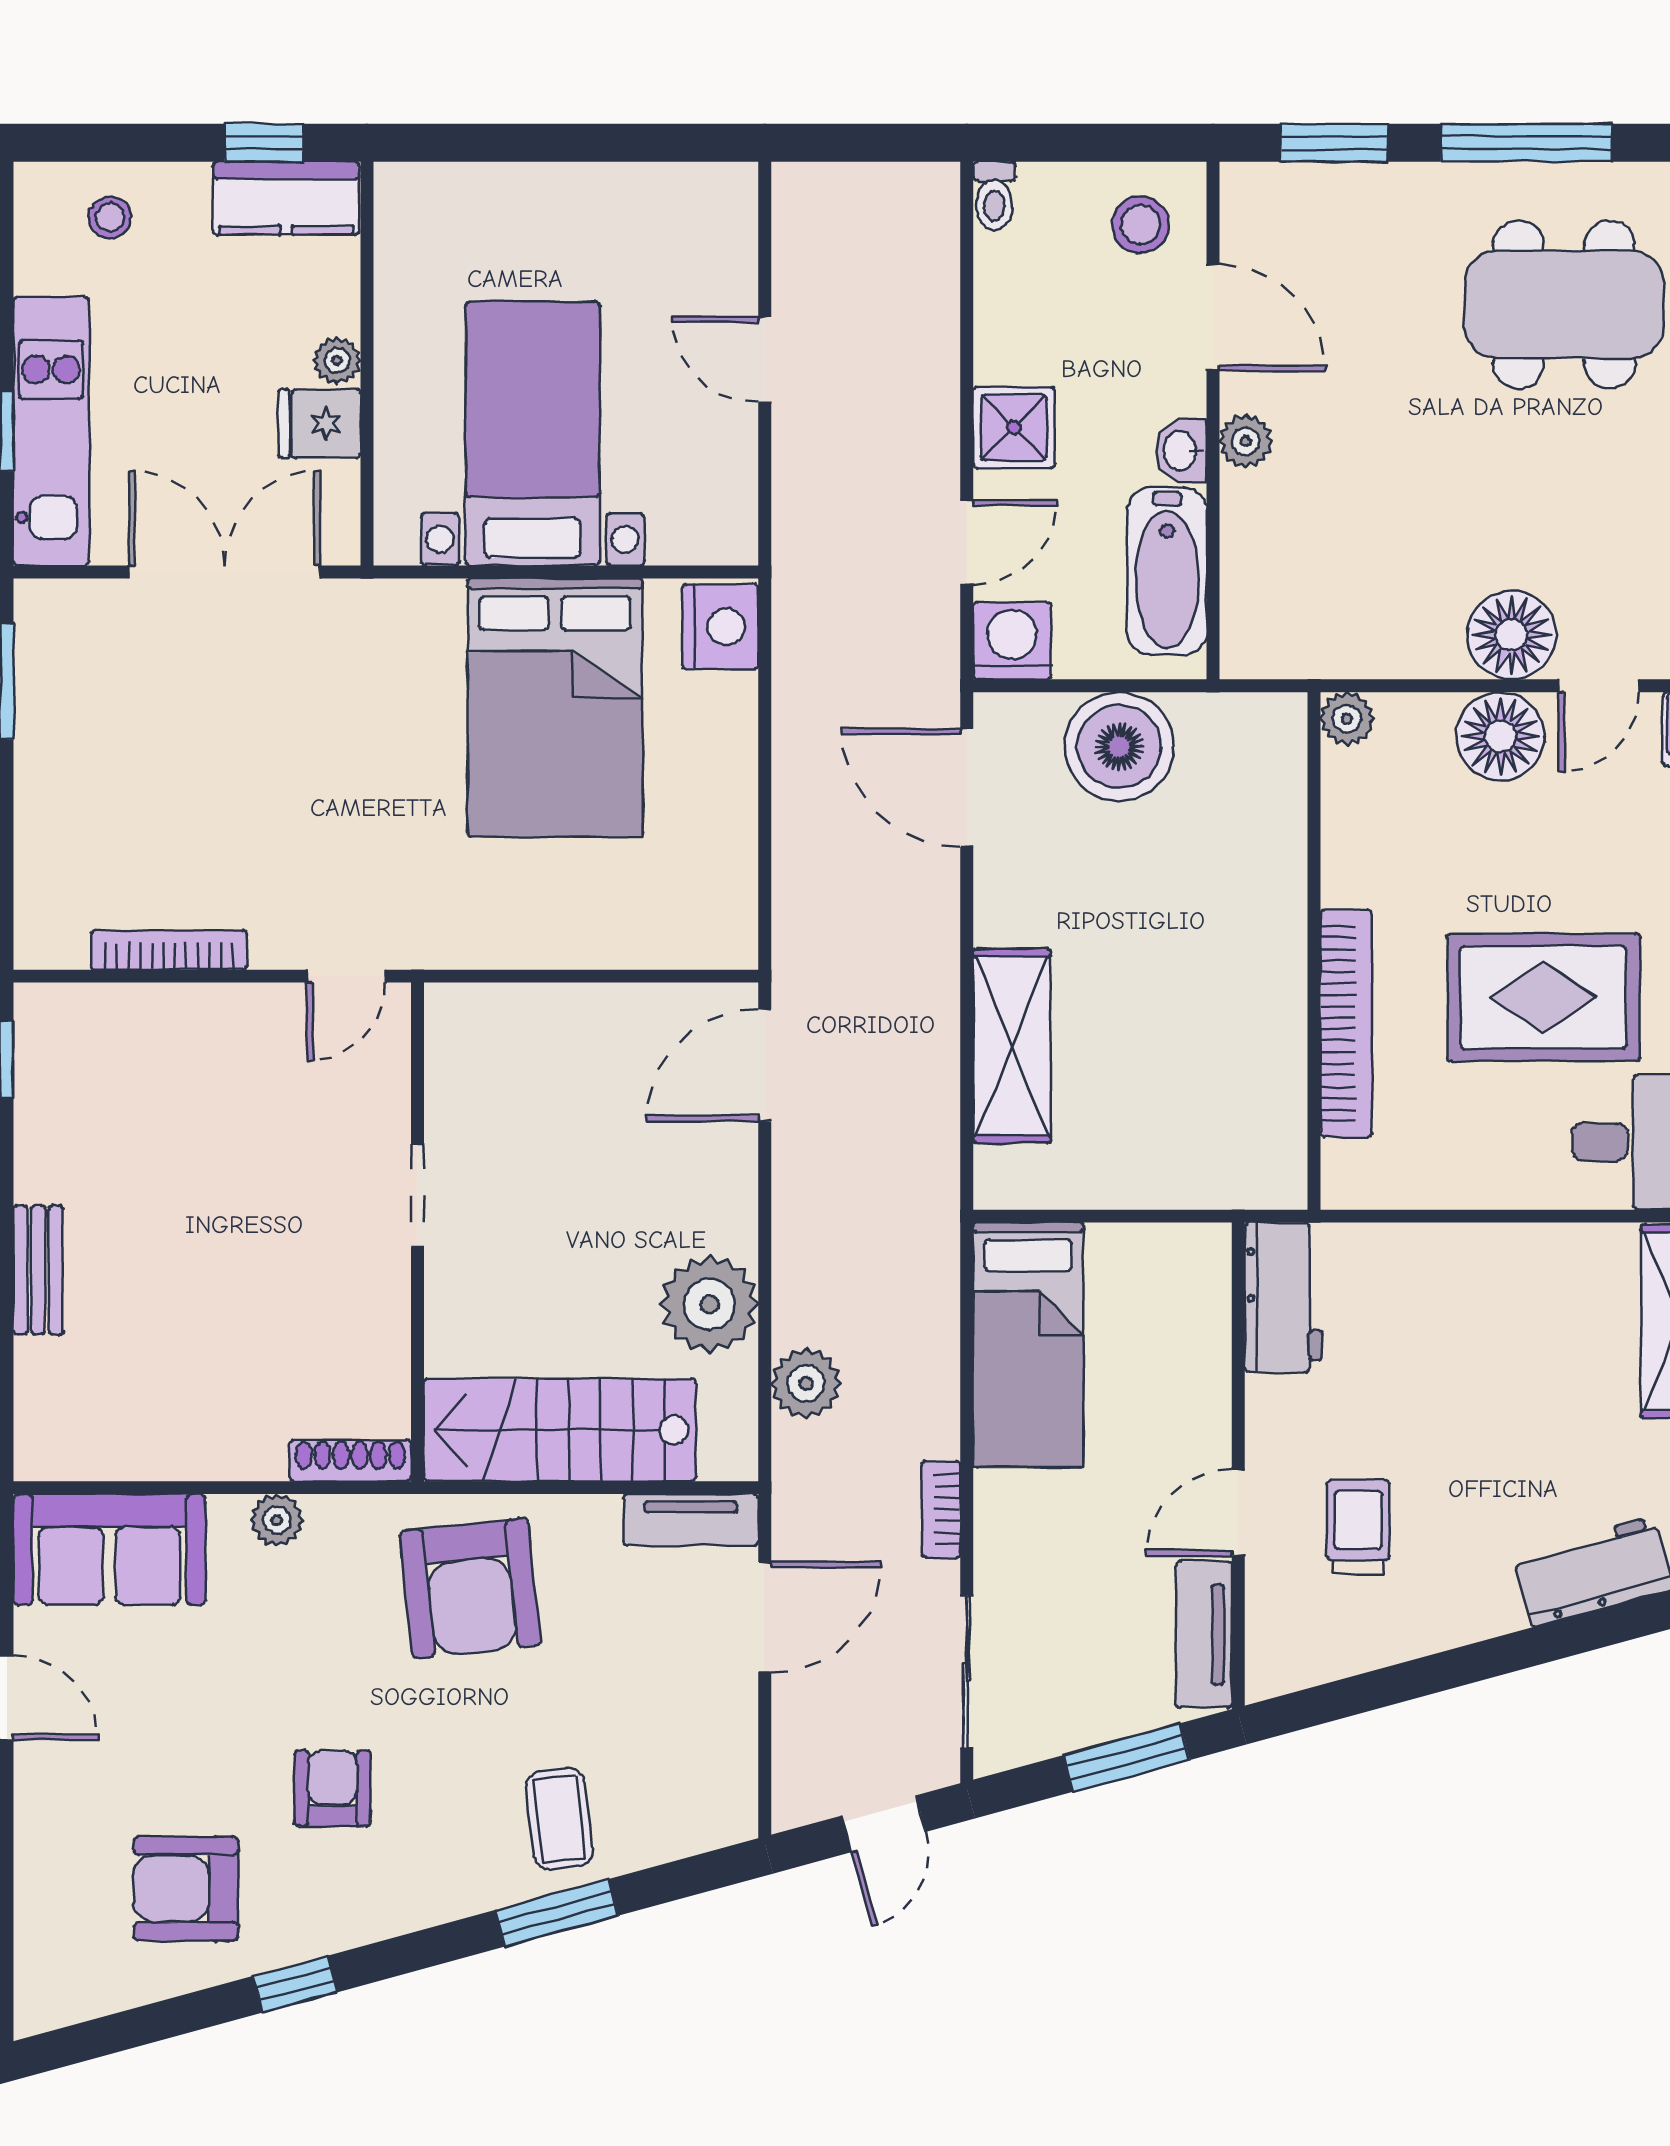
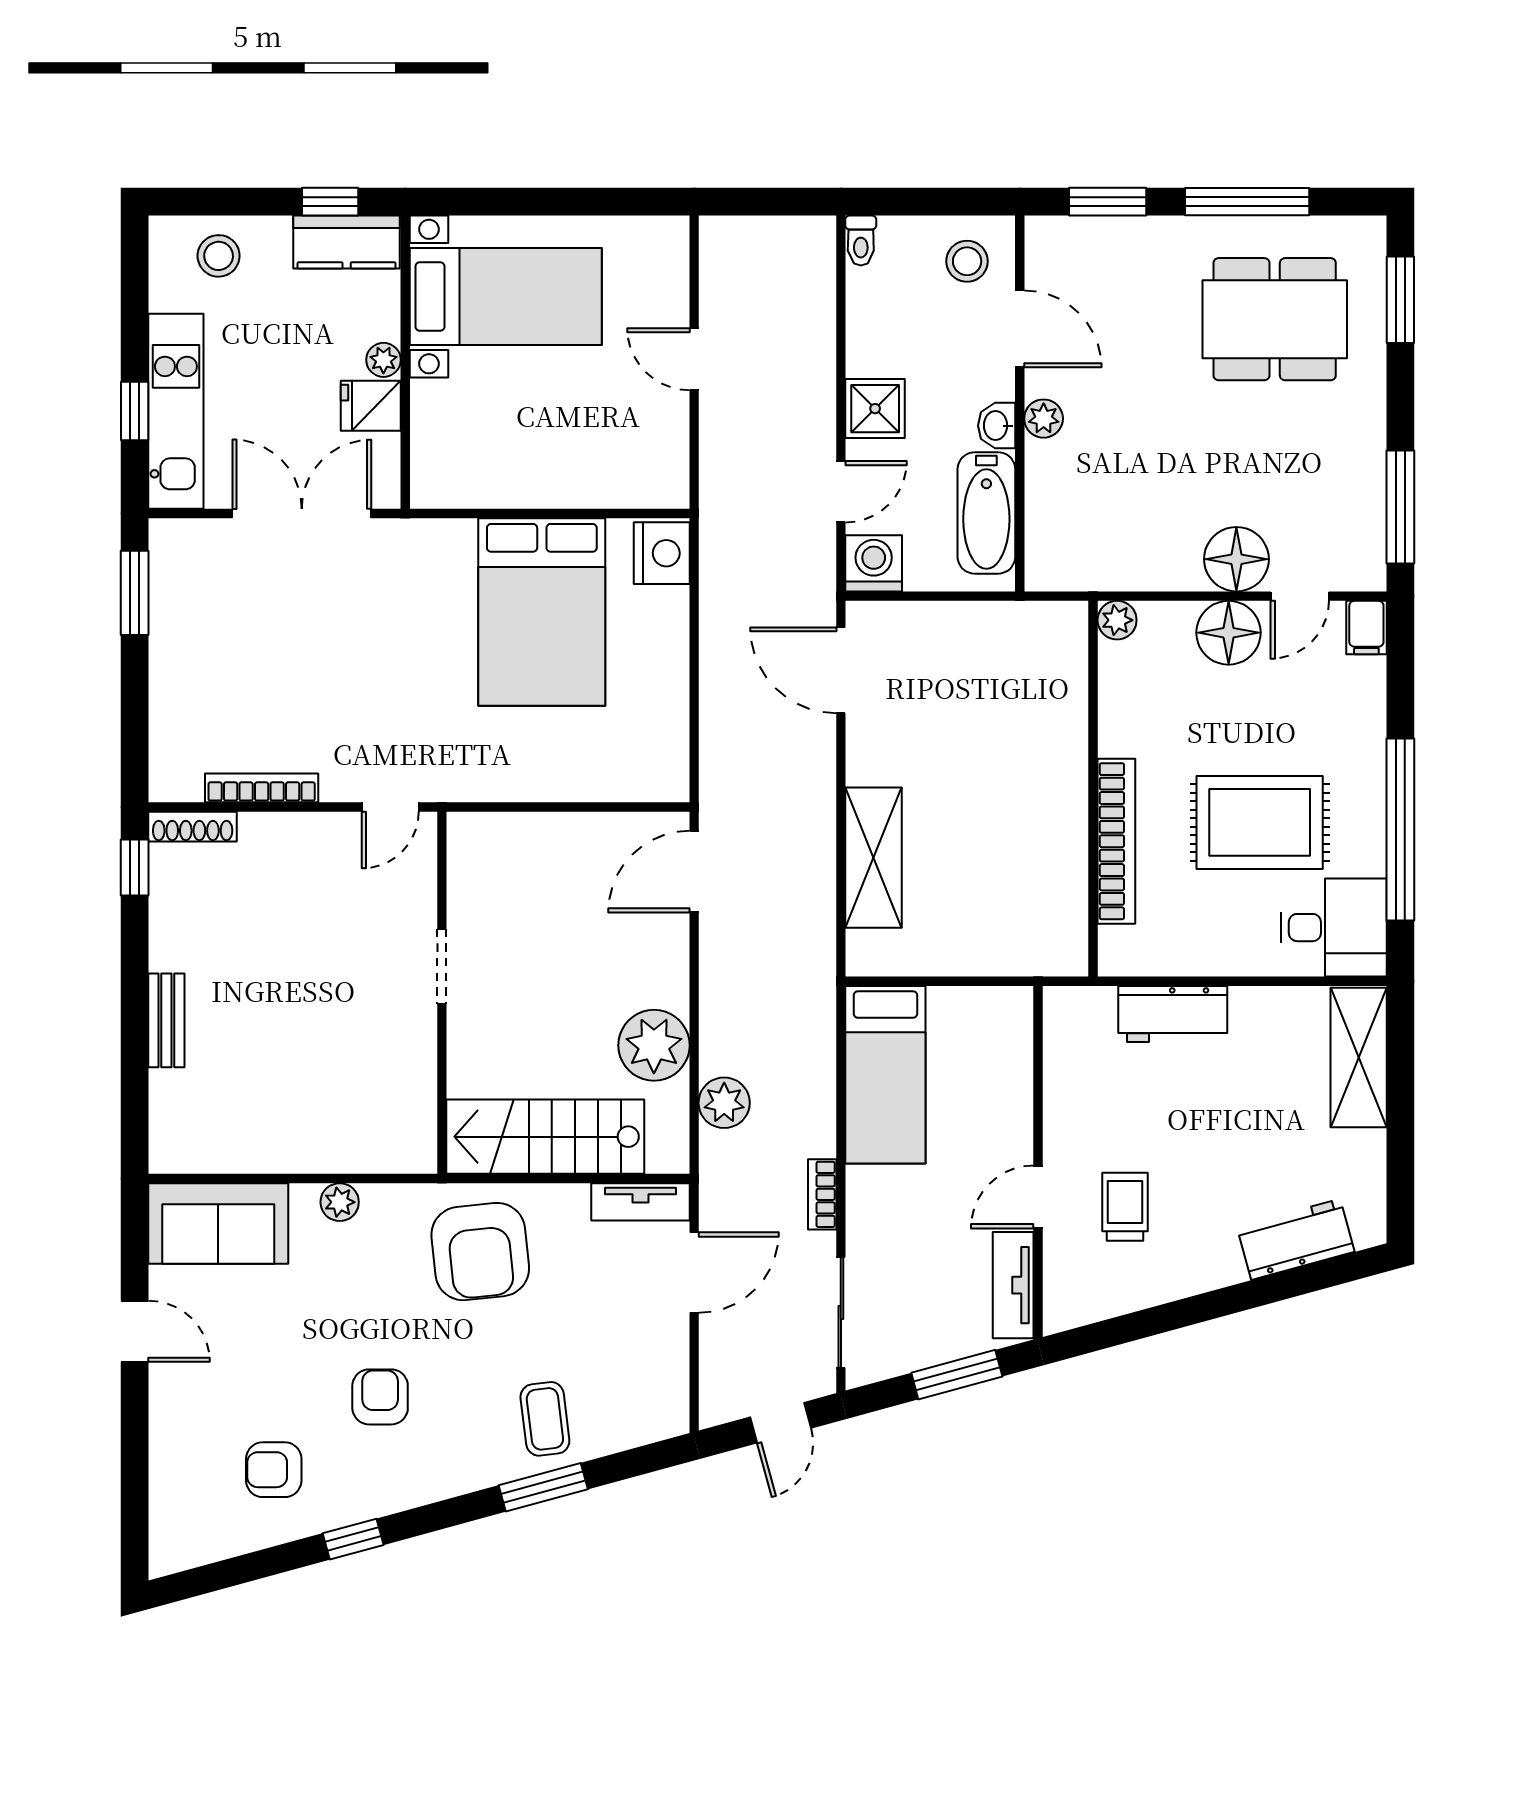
stool: (110, 217) -> (219, 256), width x1.37, depth x1.37
bed with nightstands: (533, 434) -> (506, 297), moved, turned 90
boiler: (1119, 747) -> (951, 640), removed
workbench: (1283, 1297) -> (1173, 1014), moved, turned 90
shoe rack: (350, 1461) -> (193, 827), moved, turned 180
armchair: (186, 1889) -> (274, 1470), width x0.72, depth x0.72

